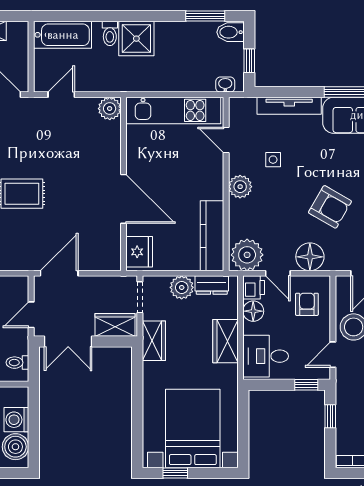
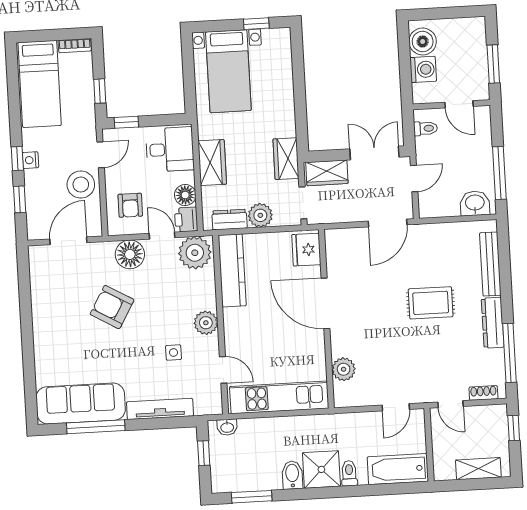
bidet: (230, 32) -> (292, 475), moved, turned -90
plant: (110, 109) -> (344, 369), moved
bed with nightstands: (193, 429) -> (228, 71), width x0.73

